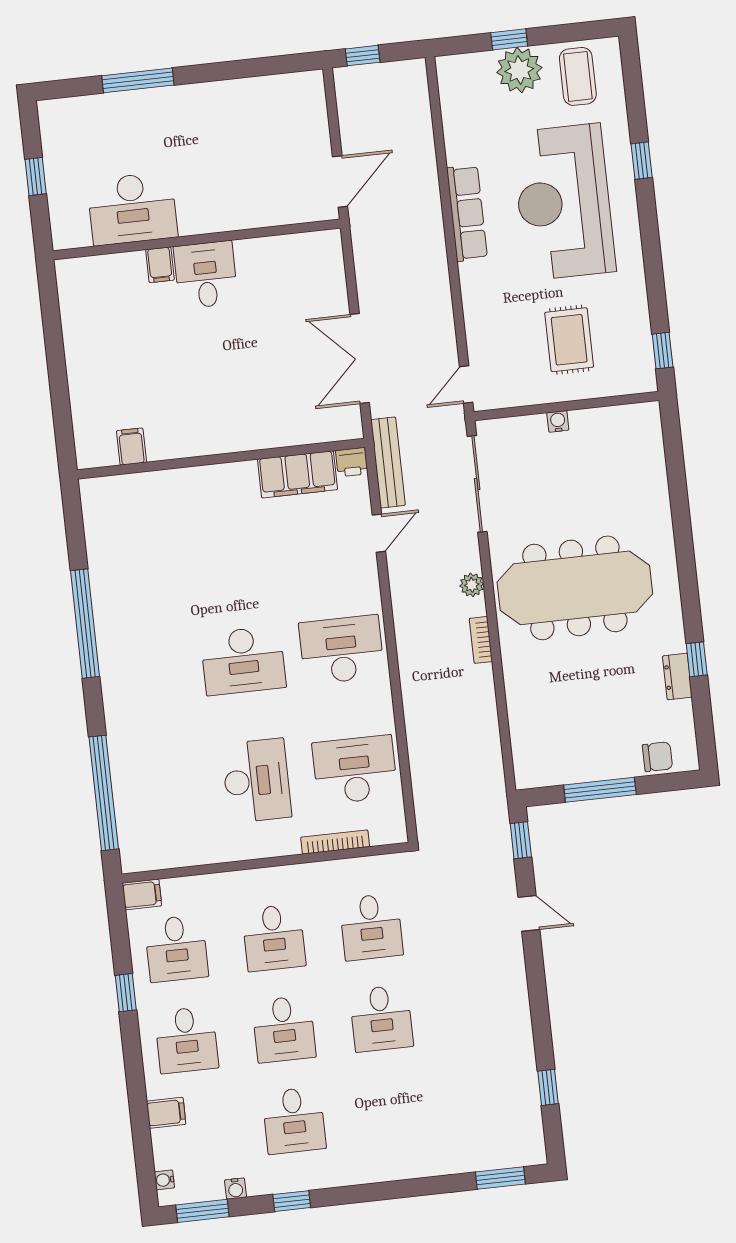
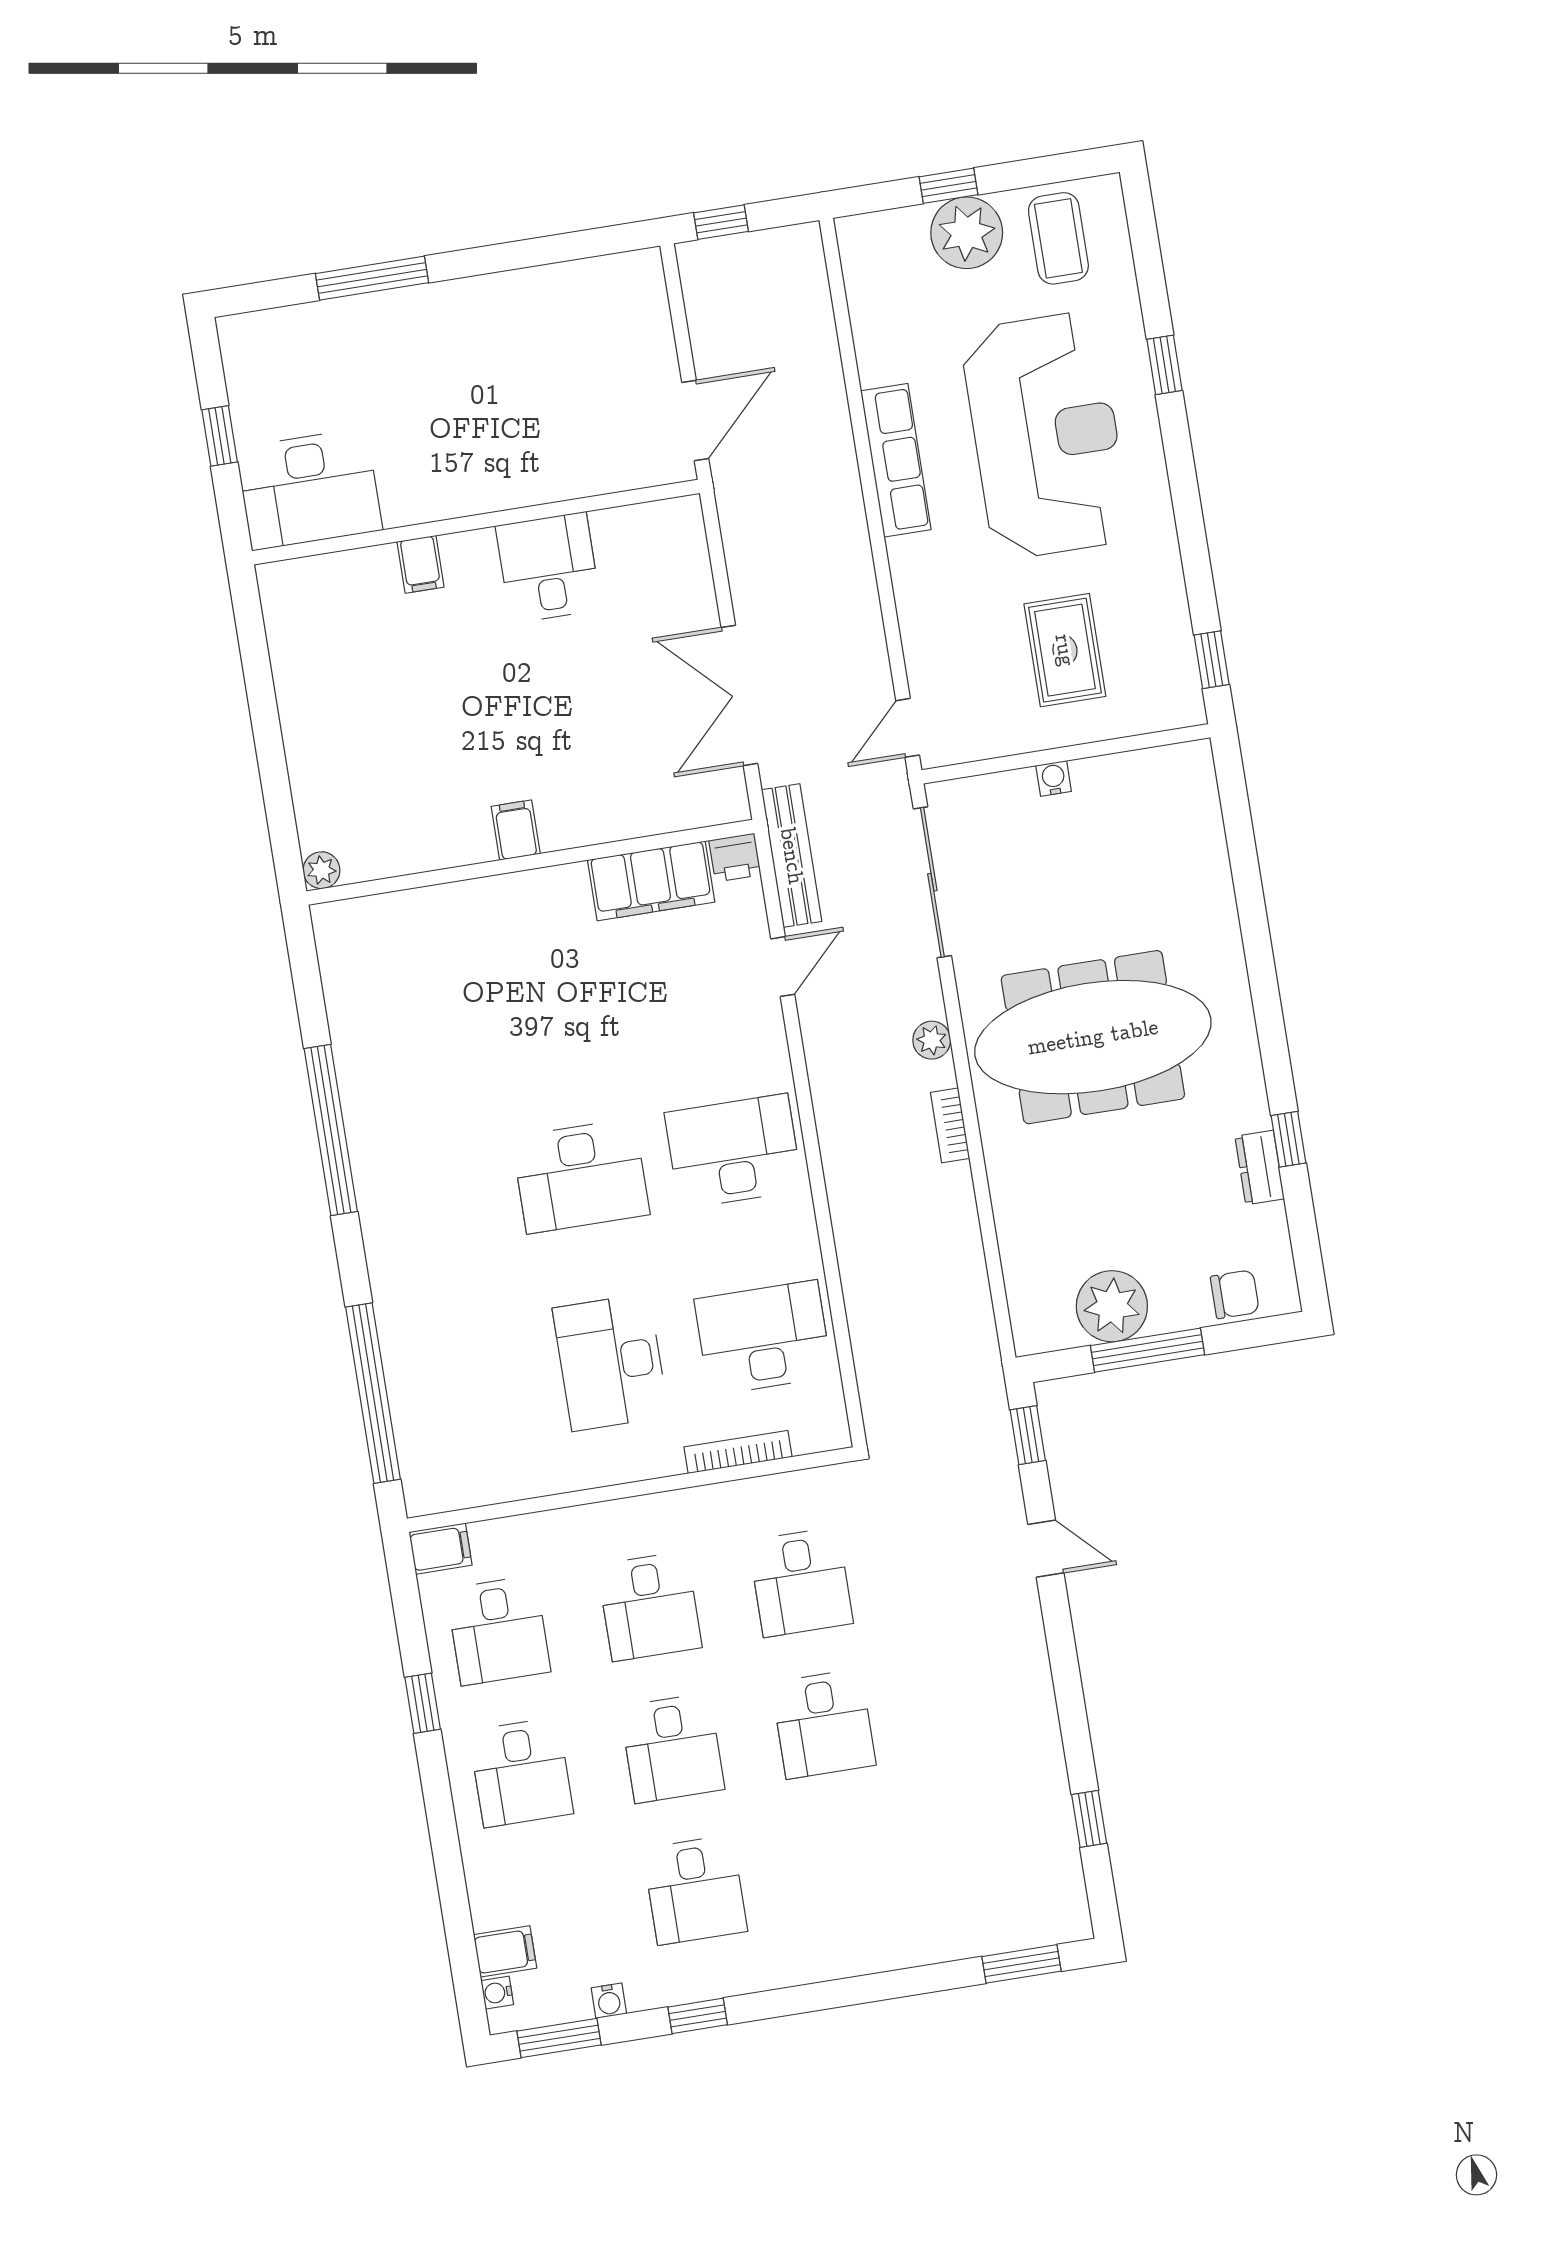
reception desk: (564, 202) -> (1046, 435), turned 180
desk: (132, 209) -> (309, 489), moved
desk: (206, 275) -> (548, 568), moved
filing cabinet: (131, 447) -> (516, 830), moved
plant: (87, 457) -> (321, 870), added
plant: (579, 761) -> (1112, 1306), added
desk: (256, 781) -> (610, 1362), turned 180
filing cabinet: (166, 1113) -> (505, 1951), moved

